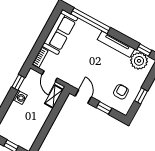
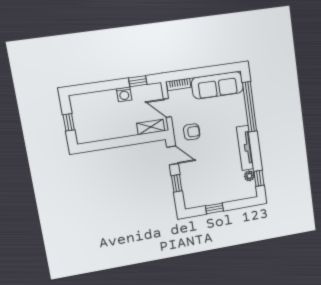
plant: (139, 61) -> (249, 176), width x0.53, depth x0.53
door: (50, 76) -> (167, 108), hinge flipped
armchair: (121, 92) -> (192, 132), moved
door: (83, 97) -> (172, 155), hinge flipped

